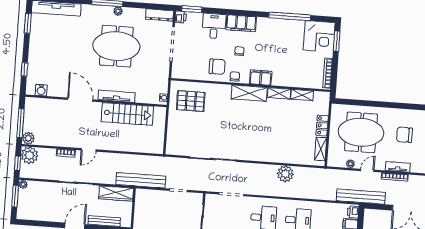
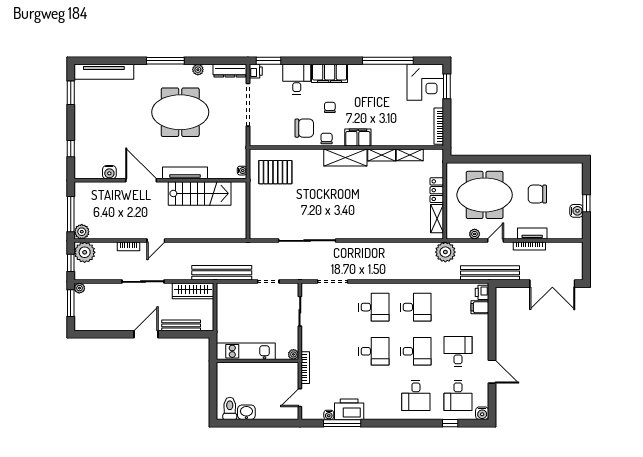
plant: (118, 11) -> (198, 70), moved
water cooler: (41, 90) -> (109, 172), moved
plant: (285, 174) -> (445, 252), moved

